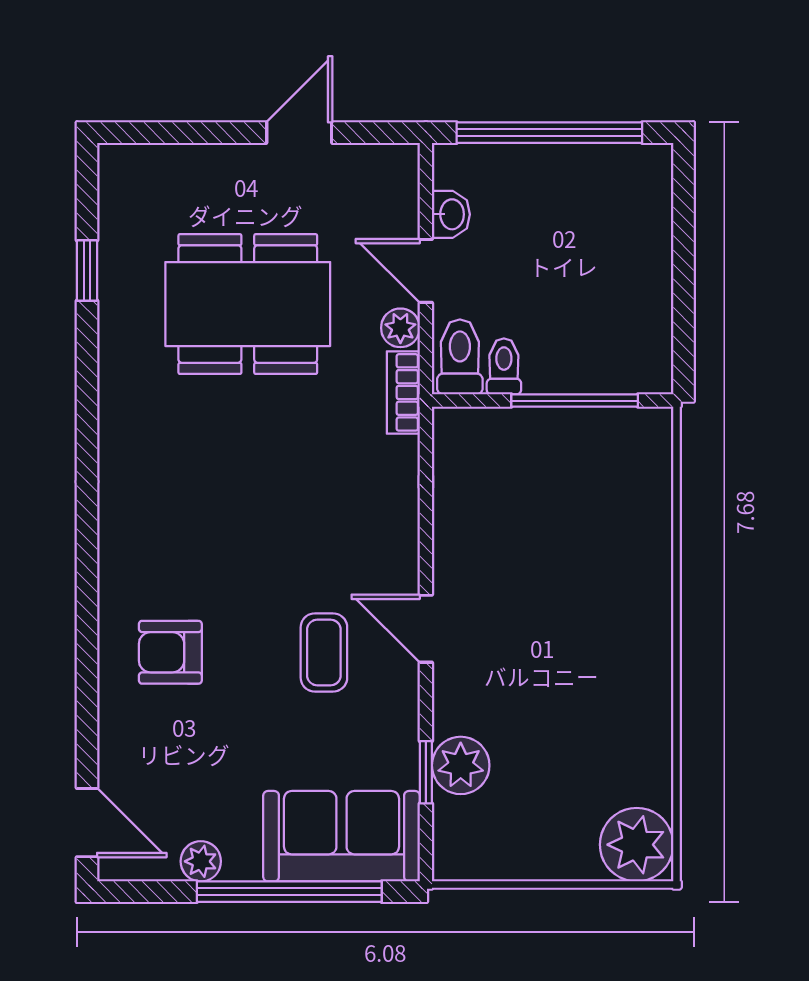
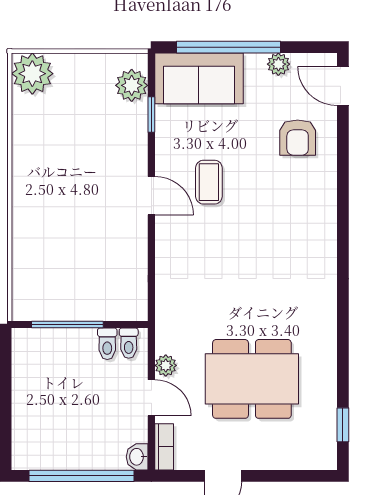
washbasin: (451, 214) -> (137, 457), moved
window: (87, 271) -> (343, 425), moved
toilet: (460, 357) -> (129, 343), width x0.73, depth x0.72
bookcase: (403, 392) -> (164, 447), moved
armchair: (170, 652) -> (298, 138), moved, turned 90
plant: (461, 765) -> (132, 85), moved

